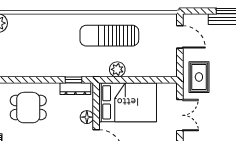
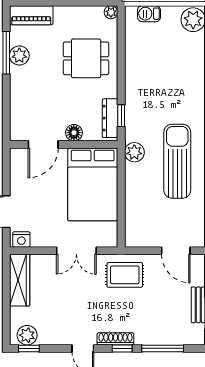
door: (180, 37) -> (176, 251), hinge flipped
plant: (117, 69) -> (134, 152), moved
dining table: (28, 108) -> (86, 58), turned 90

